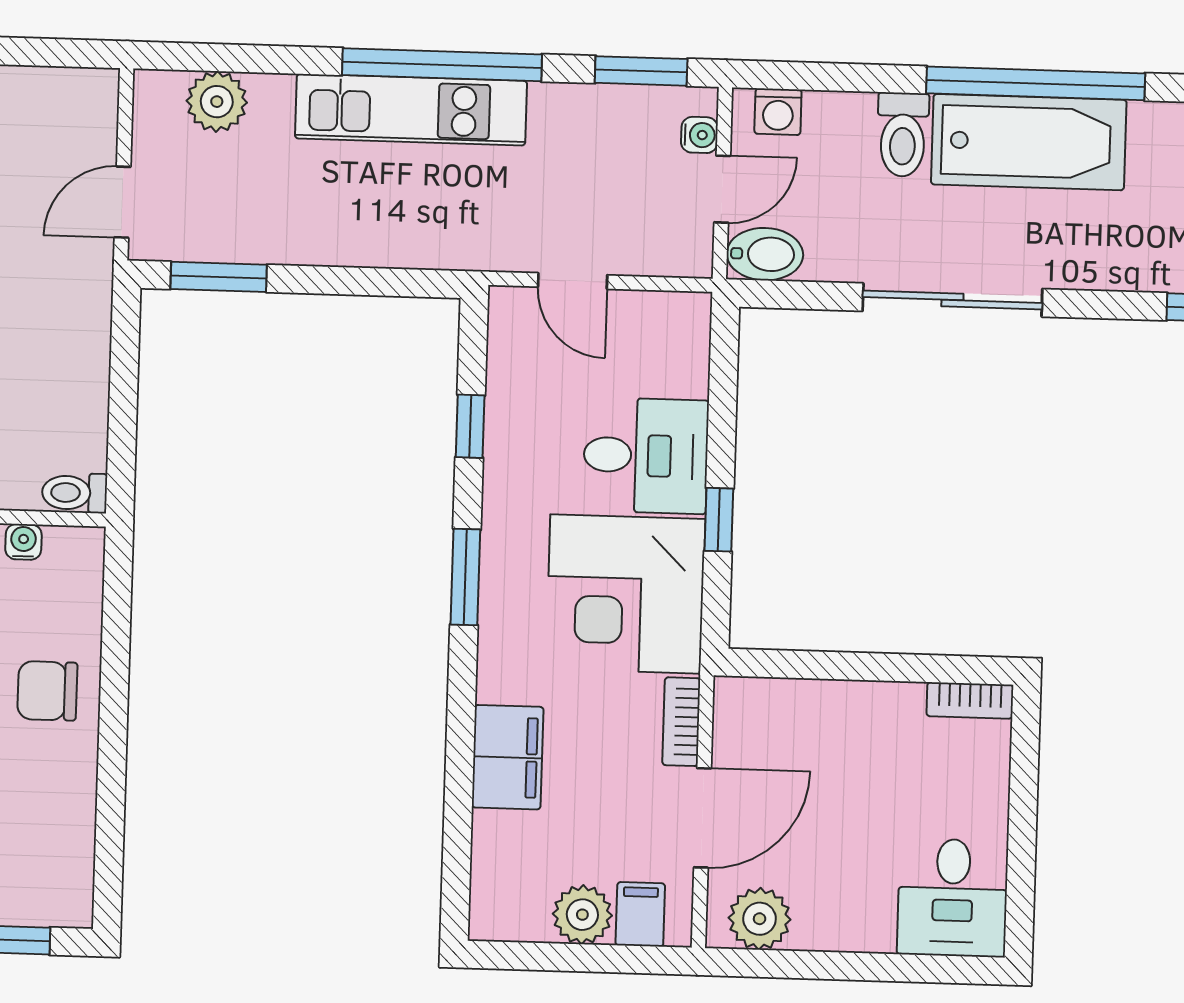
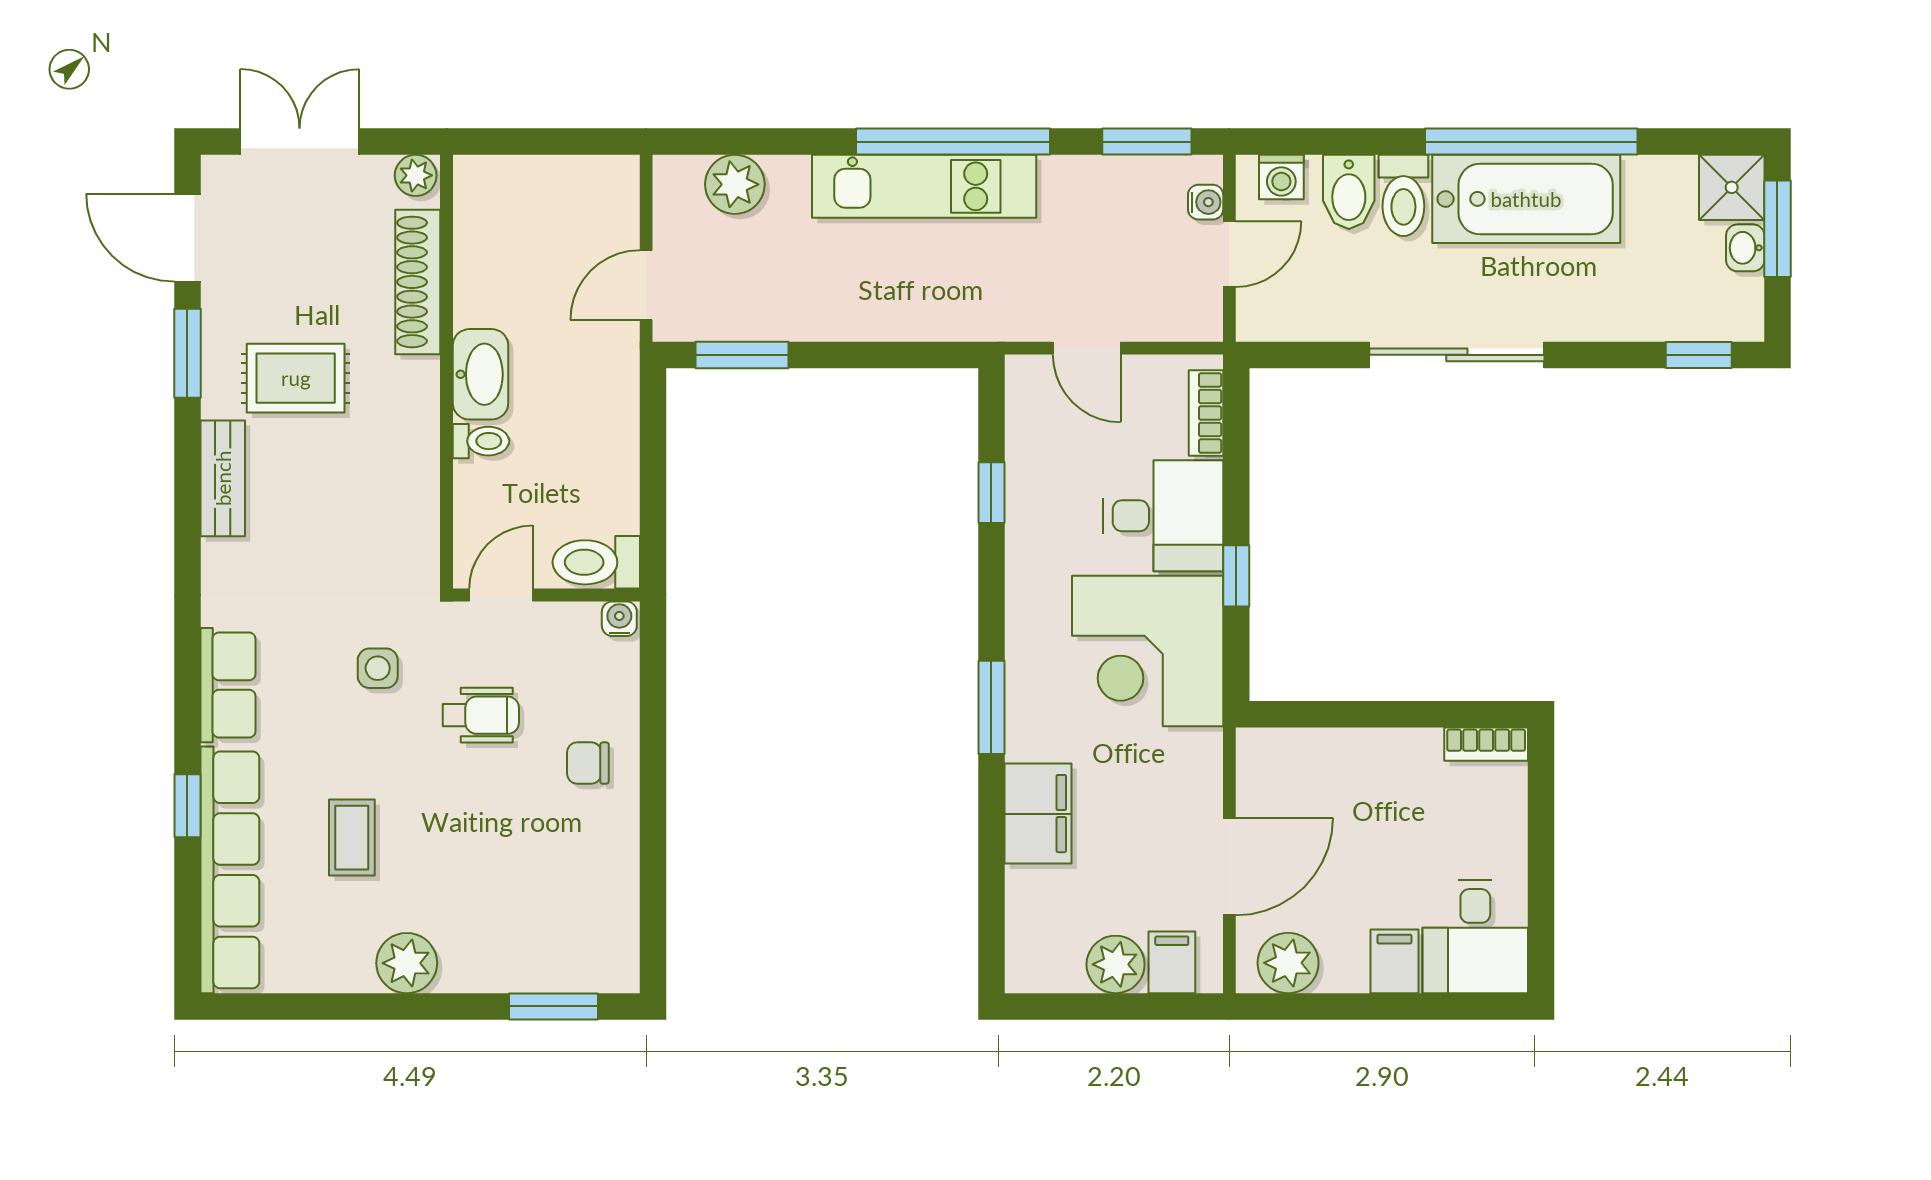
bidet: (765, 254) -> (1349, 192), moved, turned 90
toilet: (75, 493) -> (596, 562), width x1.37, depth x1.39
water cooler: (23, 542) -> (619, 619), moved
window: (465, 577) -> (991, 707), moved
chair: (47, 691) -> (588, 763), width x0.73, depth x0.73
bookcase: (681, 722) -> (1206, 413), moved
filing cabinet: (869, 920) -> (1394, 961), added

